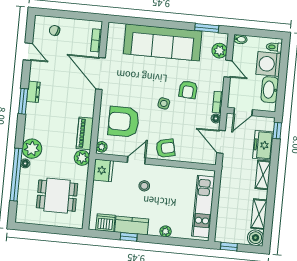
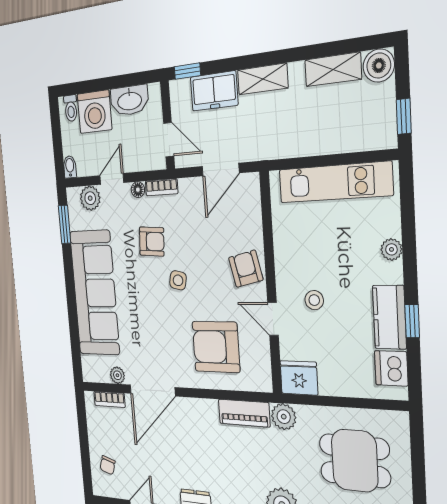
floor lamp: (216, 118) -> (138, 190), moved
armchair: (124, 122) -> (216, 347), turned 90
plant: (102, 147) -> (117, 375), moved
dining table: (57, 196) -> (355, 461), turned 90

